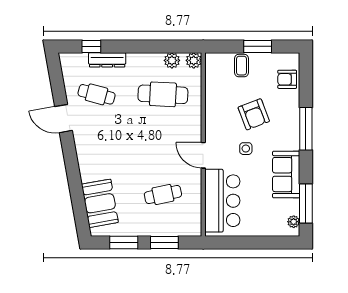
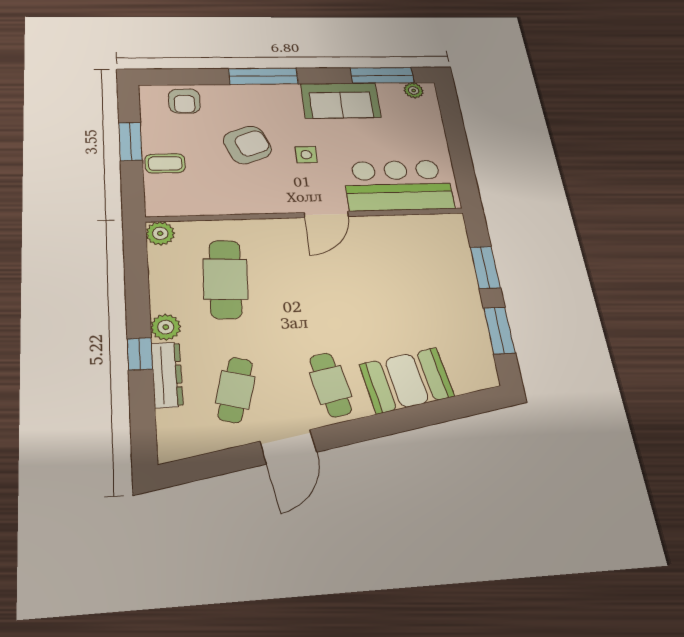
window: (91, 46) -> (140, 354), moved
plant: (172, 60) -> (166, 327), moved
cafe table: (163, 195) -> (330, 385), moved
booth: (100, 203) -> (407, 380), moved

